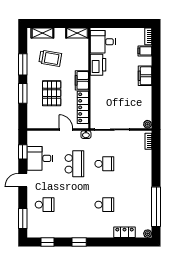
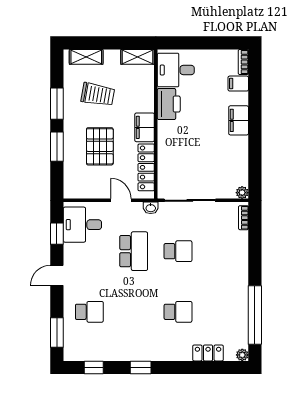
desk: (40, 158) -> (82, 225), moved

